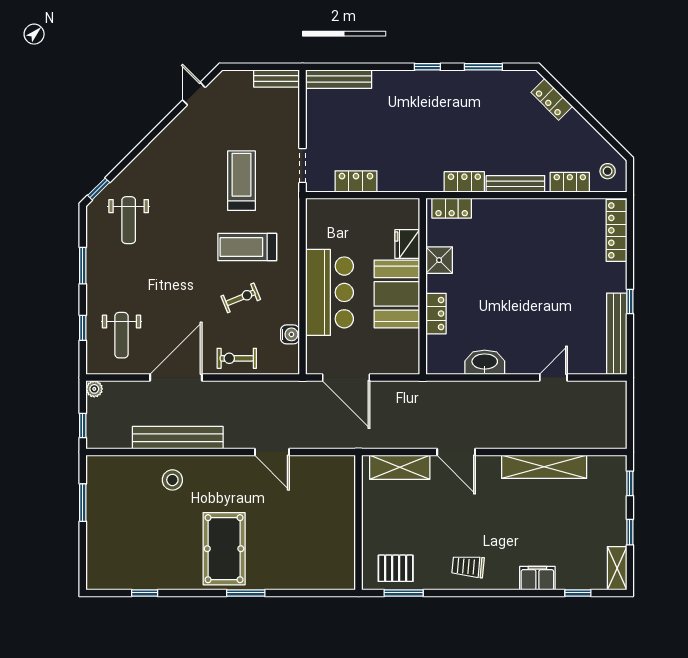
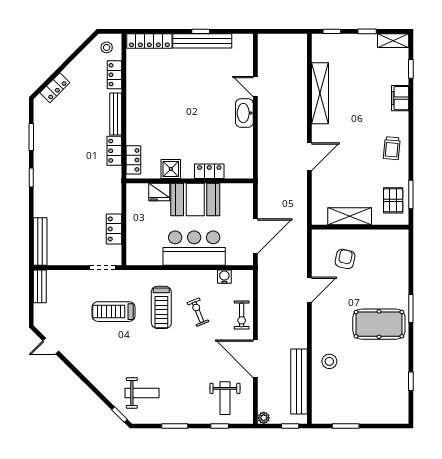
bench: (617, 334) -> (202, 41), moved
weight bench: (121, 335) -> (225, 398), turned 90
washbasin: (485, 362) -> (244, 113), moved
bench: (178, 438) -> (299, 381), moved
shelving: (400, 467) -> (350, 216), moved, turned 90
armchair: (314, 502) -> (345, 259), added

